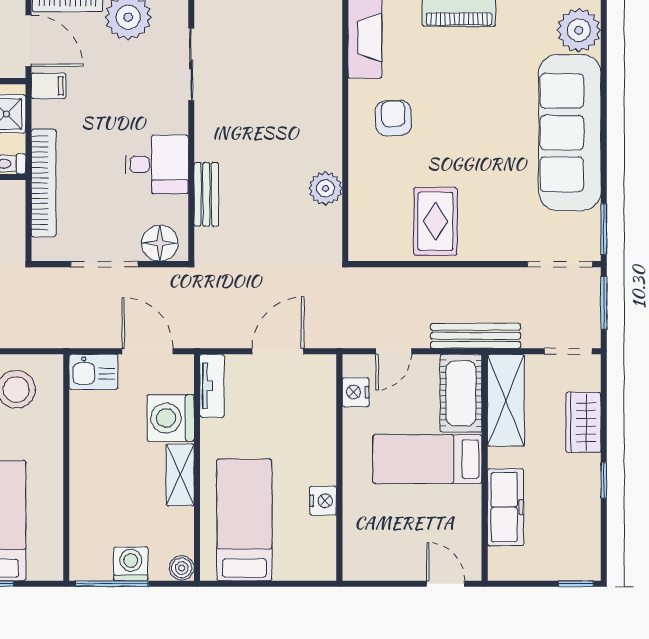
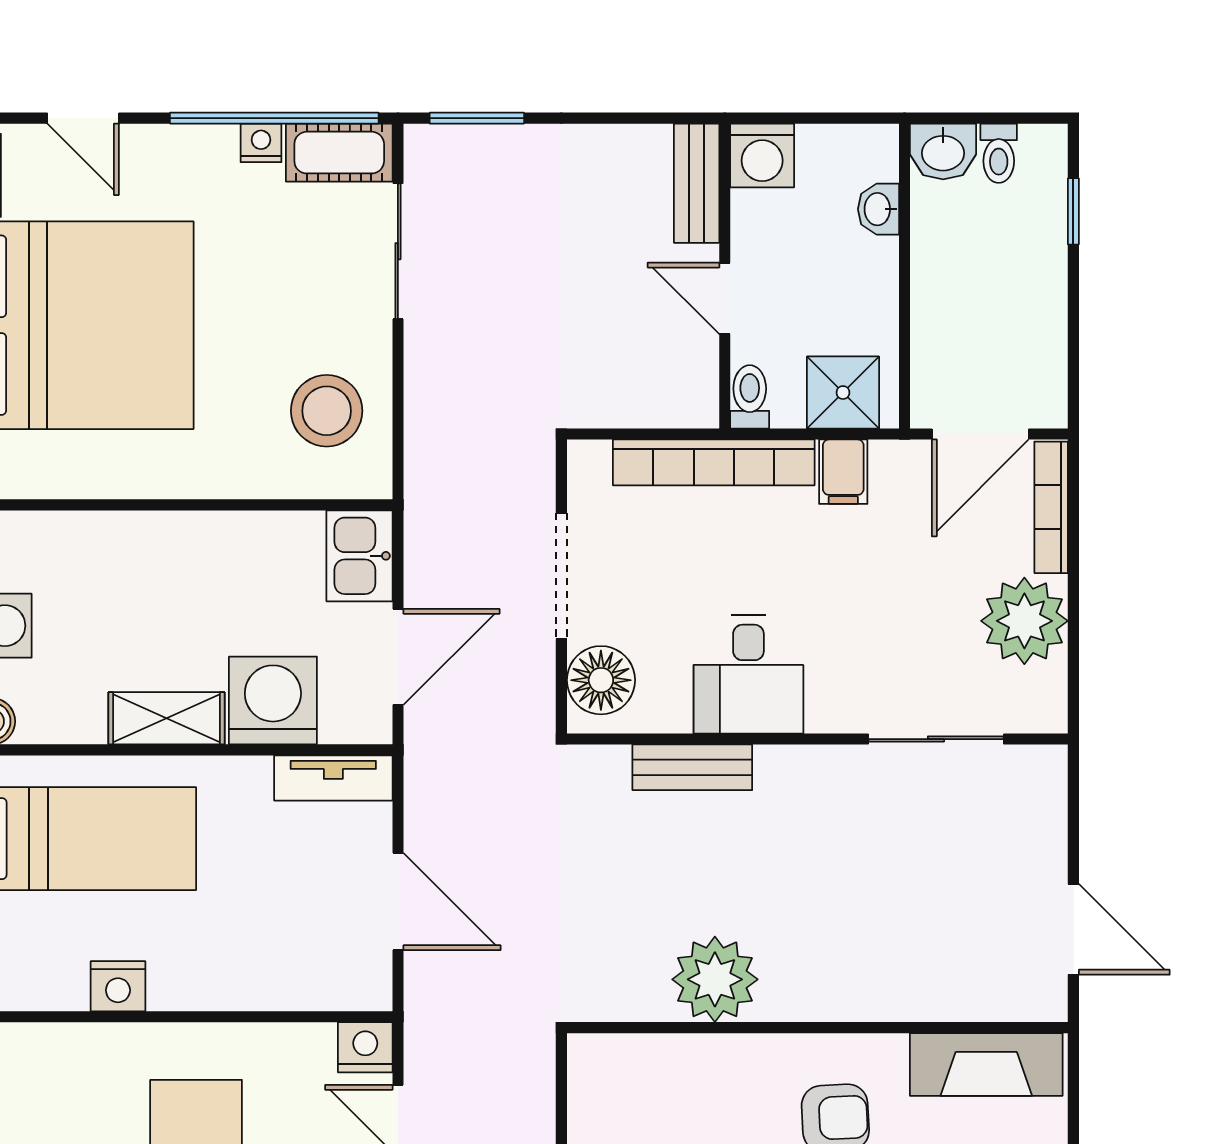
filing cabinet: (49, 86) -> (843, 472), moved
plant: (326, 188) -> (715, 979), width x1.36, depth x1.36
nightstand: (356, 392) -> (365, 1047), moved

